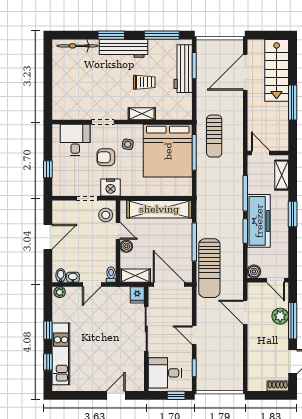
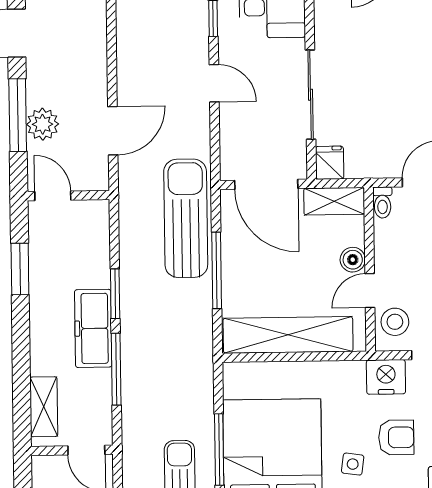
window: (293, 214) -> (20, 269), moved
freezer: (259, 221) -> (93, 328), width x0.73, depth x0.79
door: (118, 231) -> (370, 291), hinge flipped
boiler: (254, 272) -> (96, 213), removed
door: (245, 312) -> (113, 131), hinge flipped

